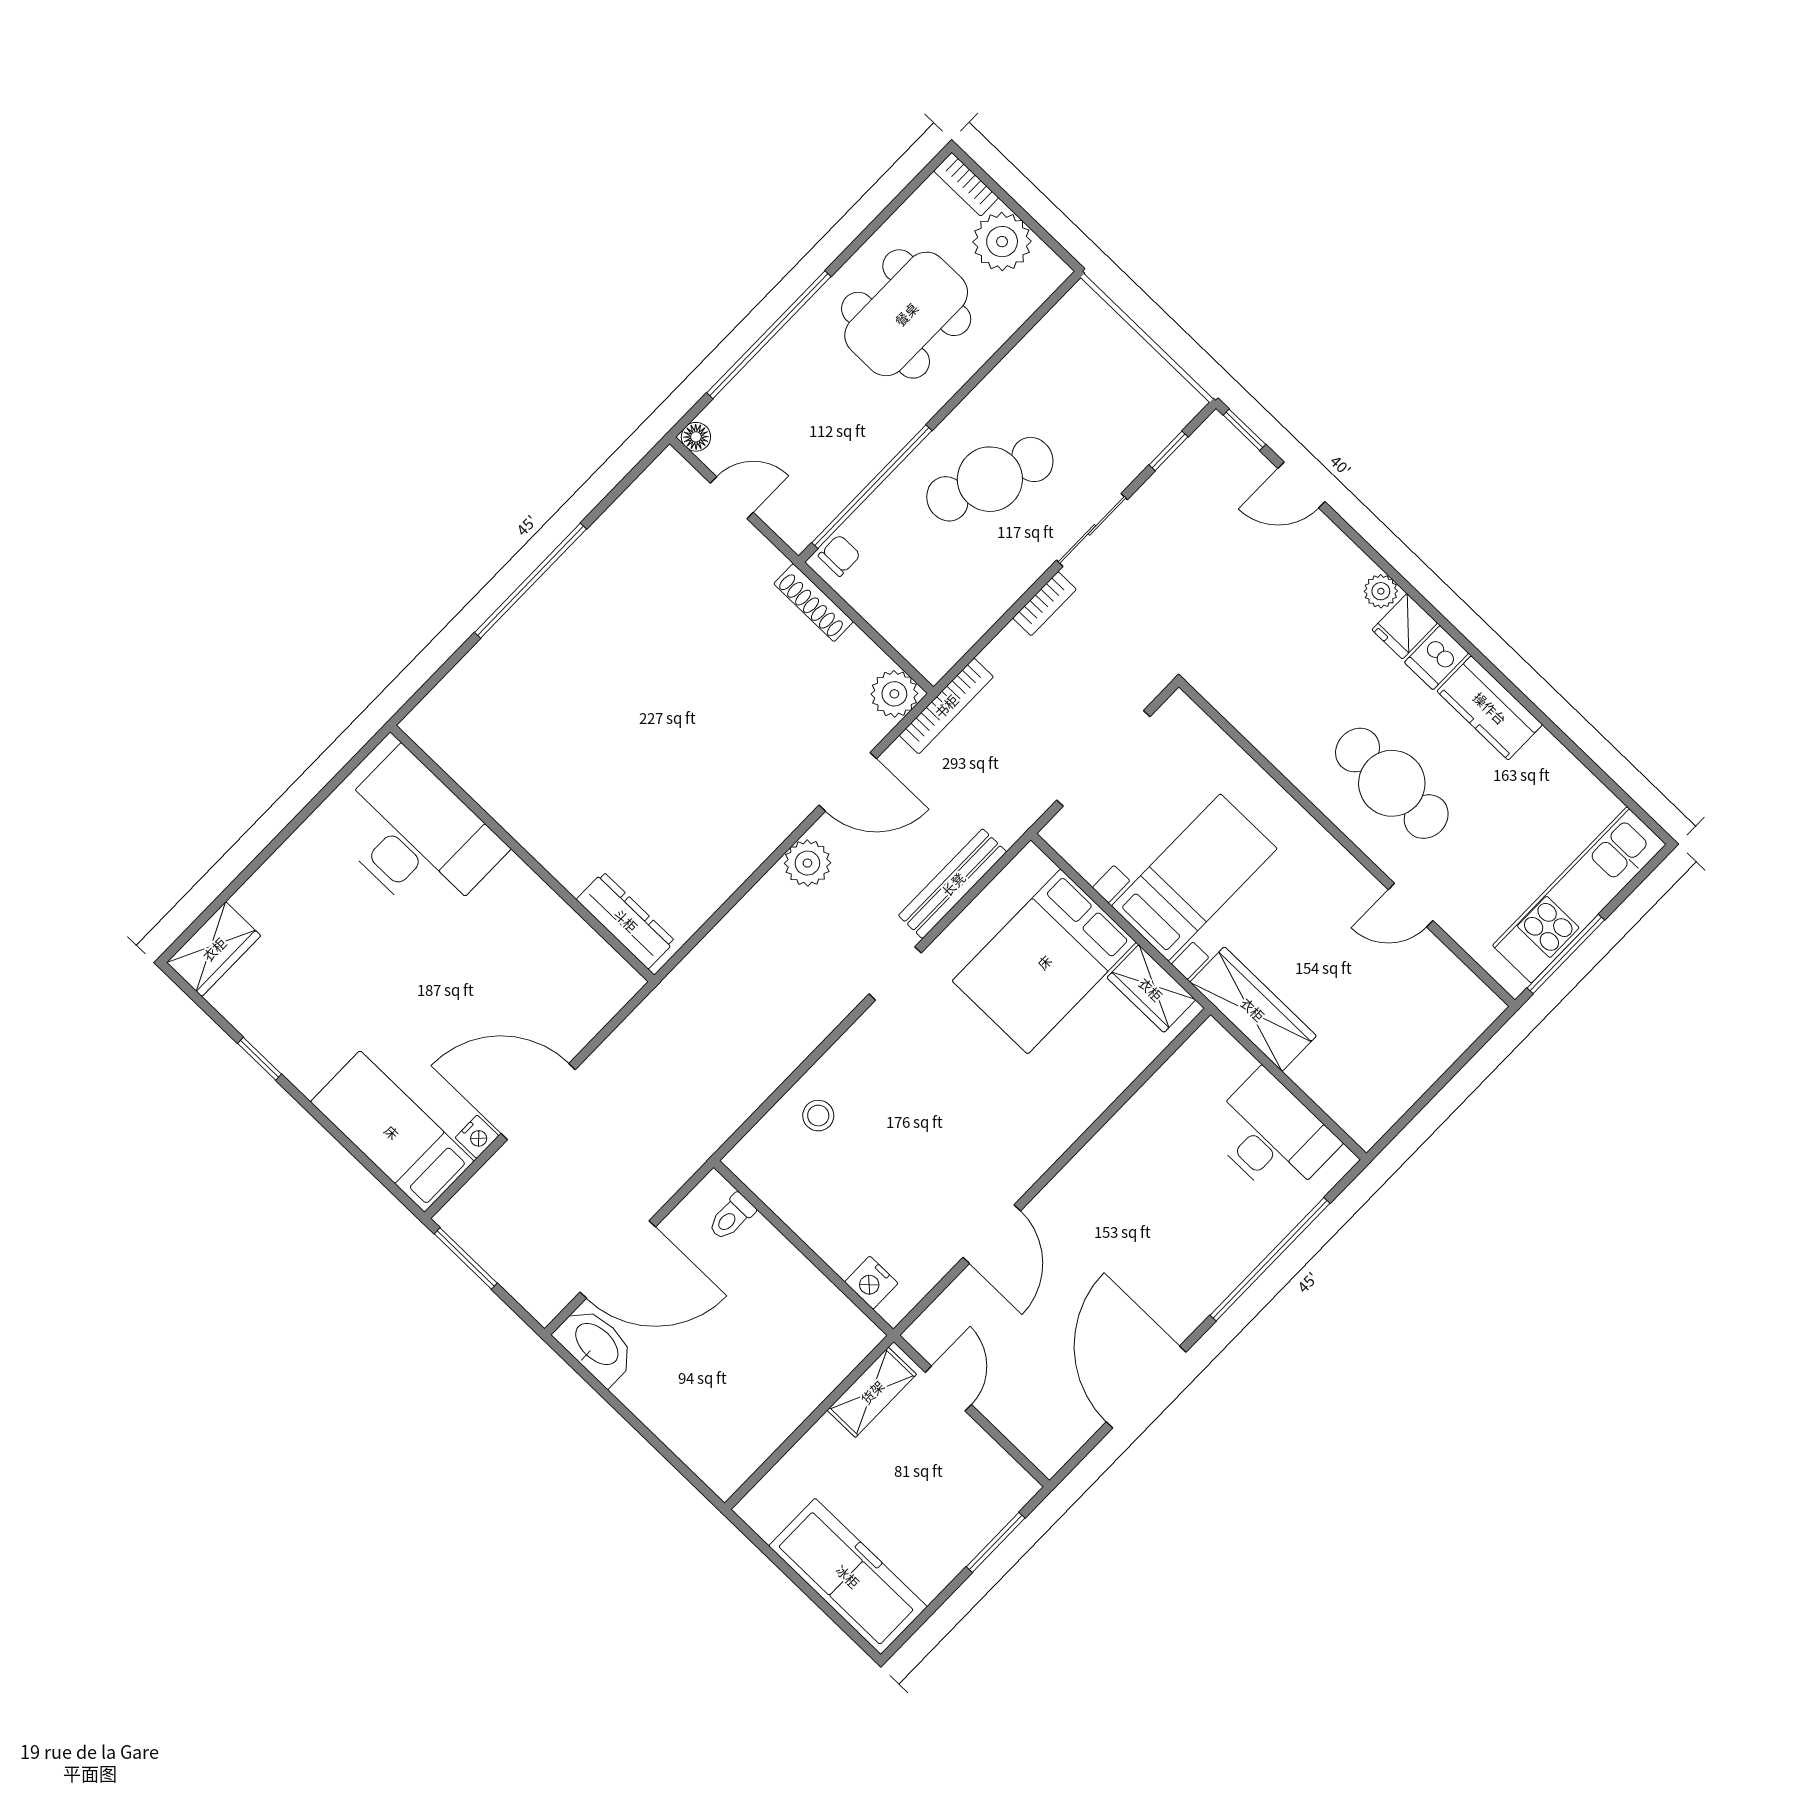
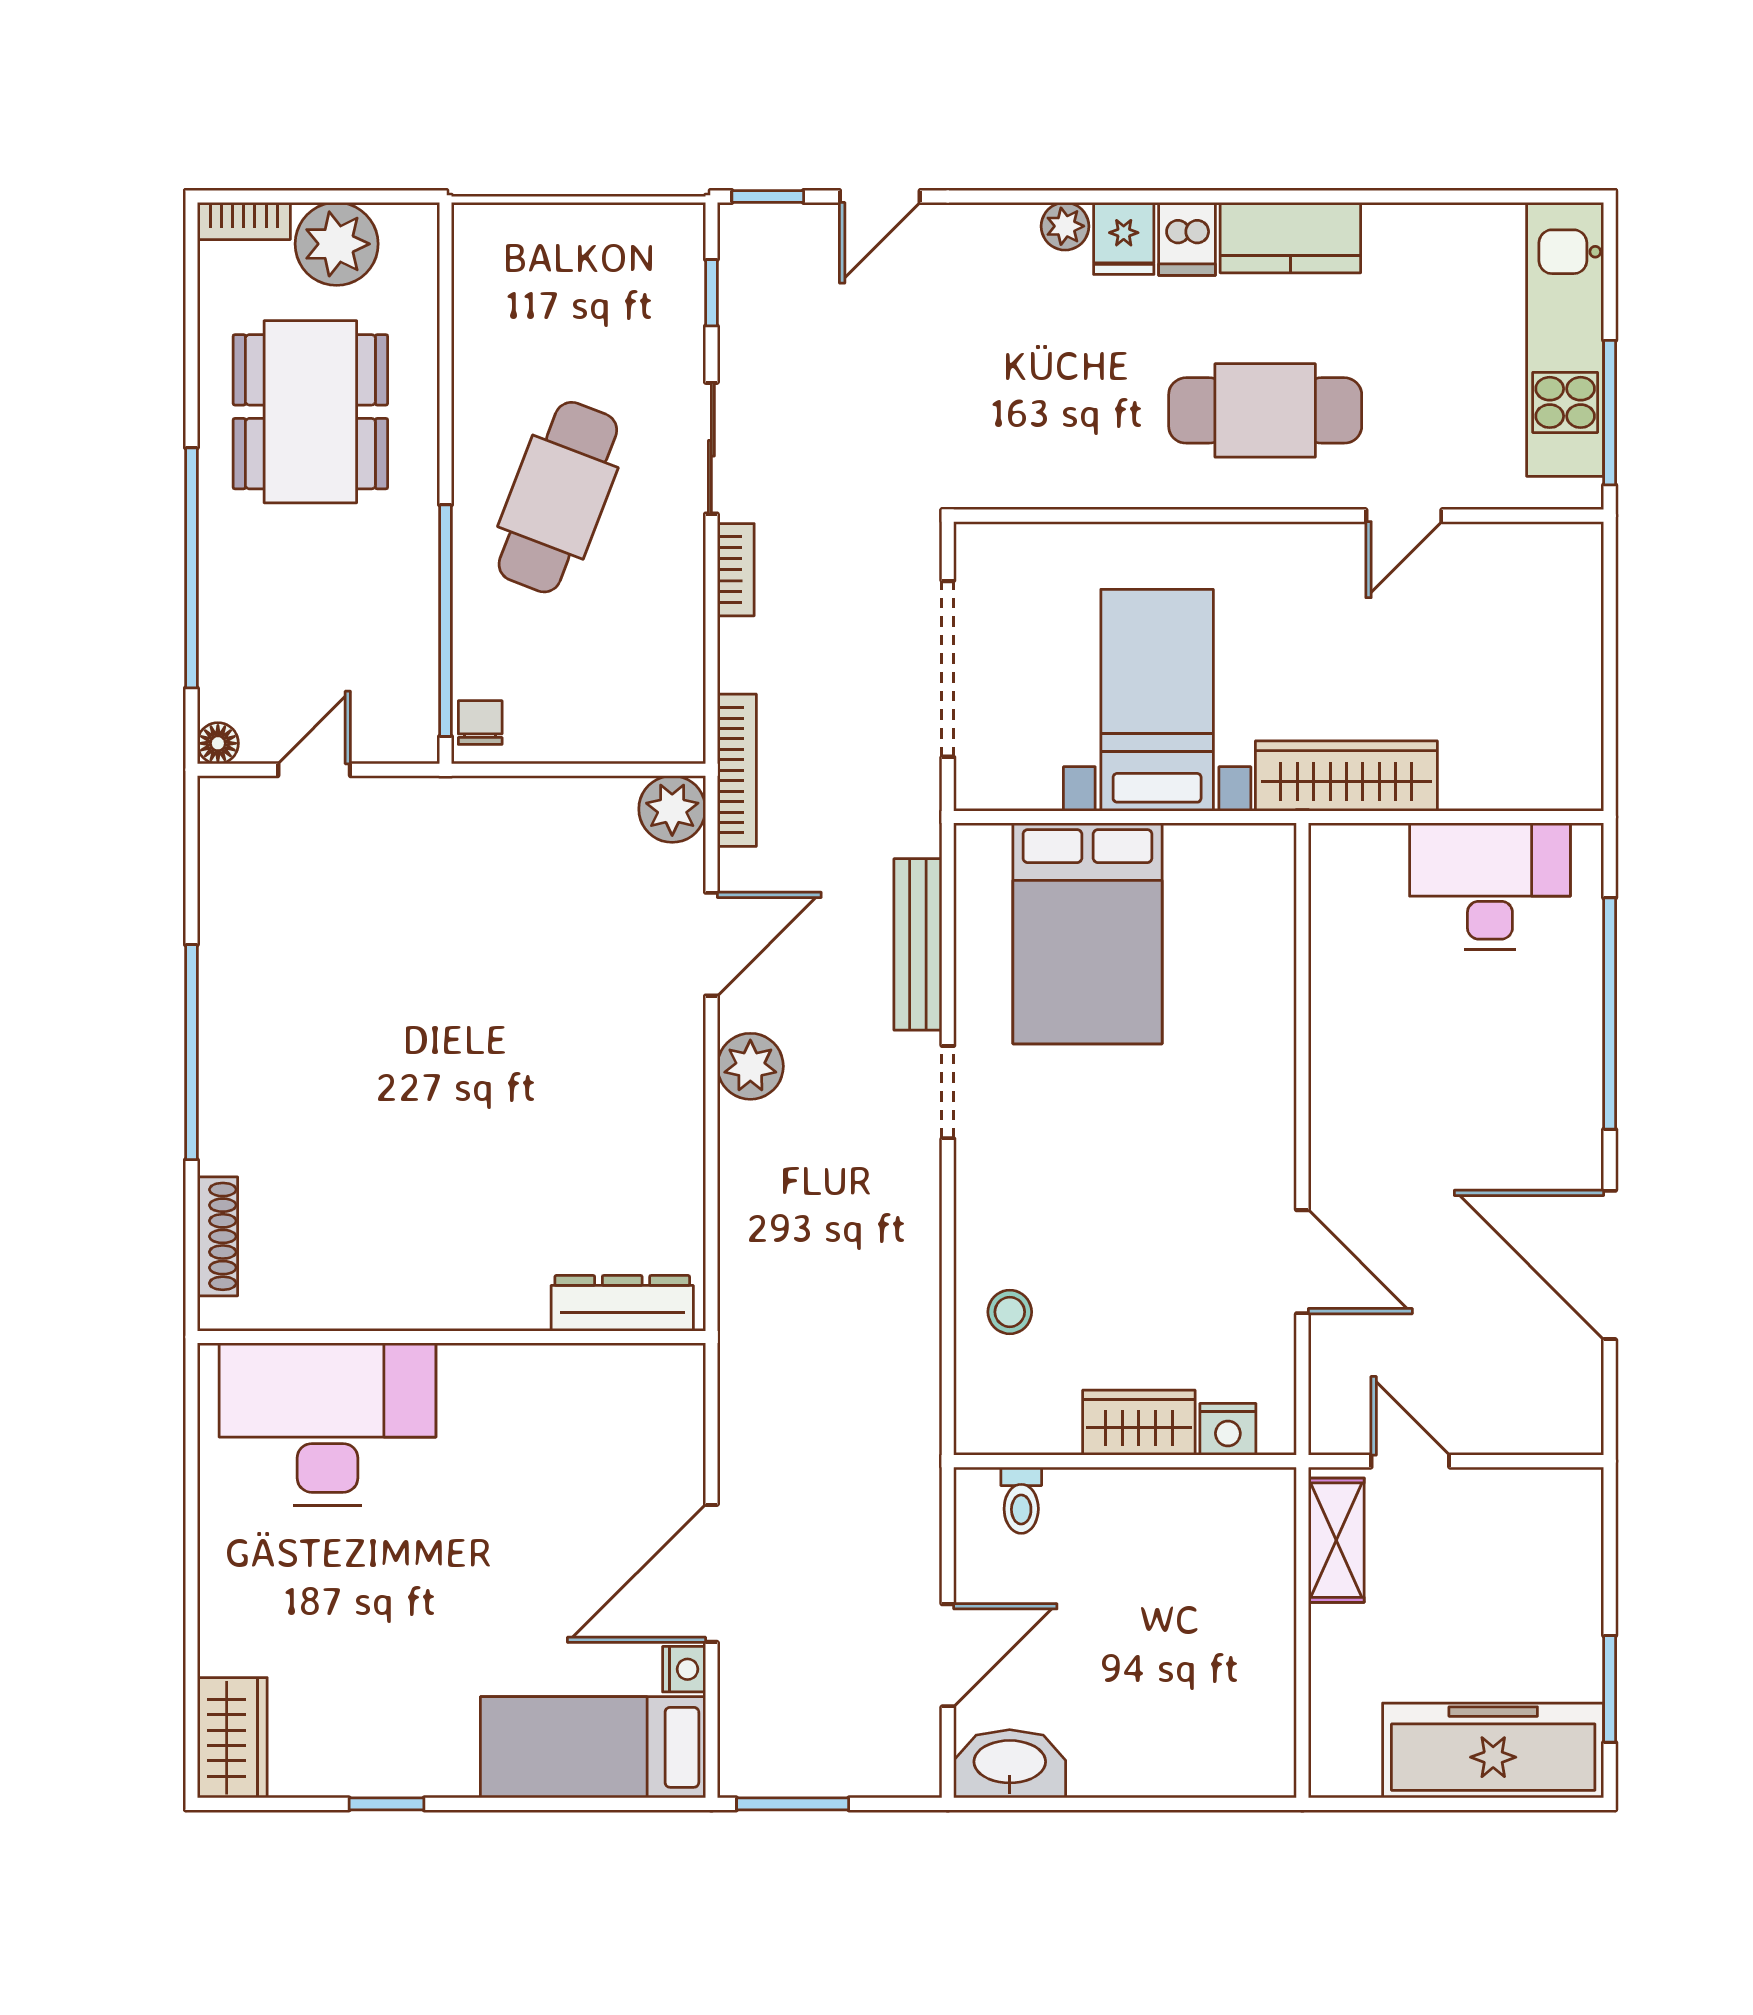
shoe rack: (814, 603) -> (218, 1236), moved, turned -90
wardrobe: (1151, 989) -> (1139, 1423), moved, turned 180
door: (618, 1260) -> (948, 1655), width x0.73
window: (996, 1542) -> (1610, 1689), moved

